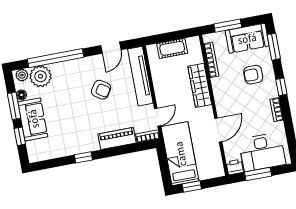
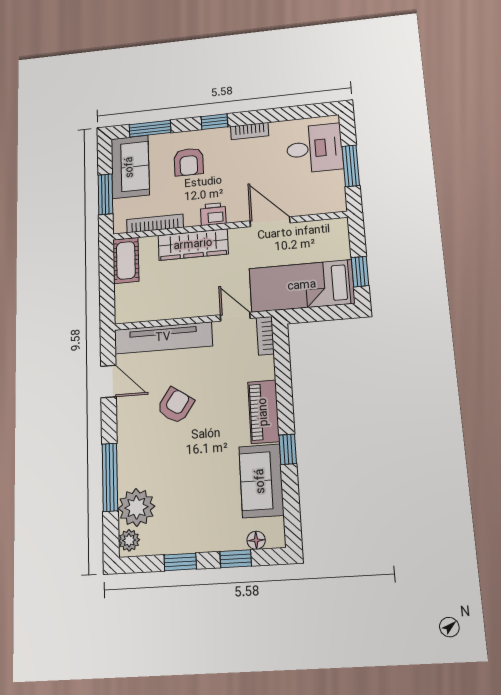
cot: (172, 48) -> (126, 260), moved
window: (56, 58) -> (110, 477), width x0.68
floor lamp: (21, 95) -> (256, 540), moved
window: (14, 106) -> (180, 562), width x0.67
sofa: (33, 119) -> (261, 481), moved, turned -90
piano: (117, 138) -> (264, 412), moved
desk: (262, 152) -> (314, 148), width x0.73
printer: (235, 167) -> (213, 214), moved, turned 90

